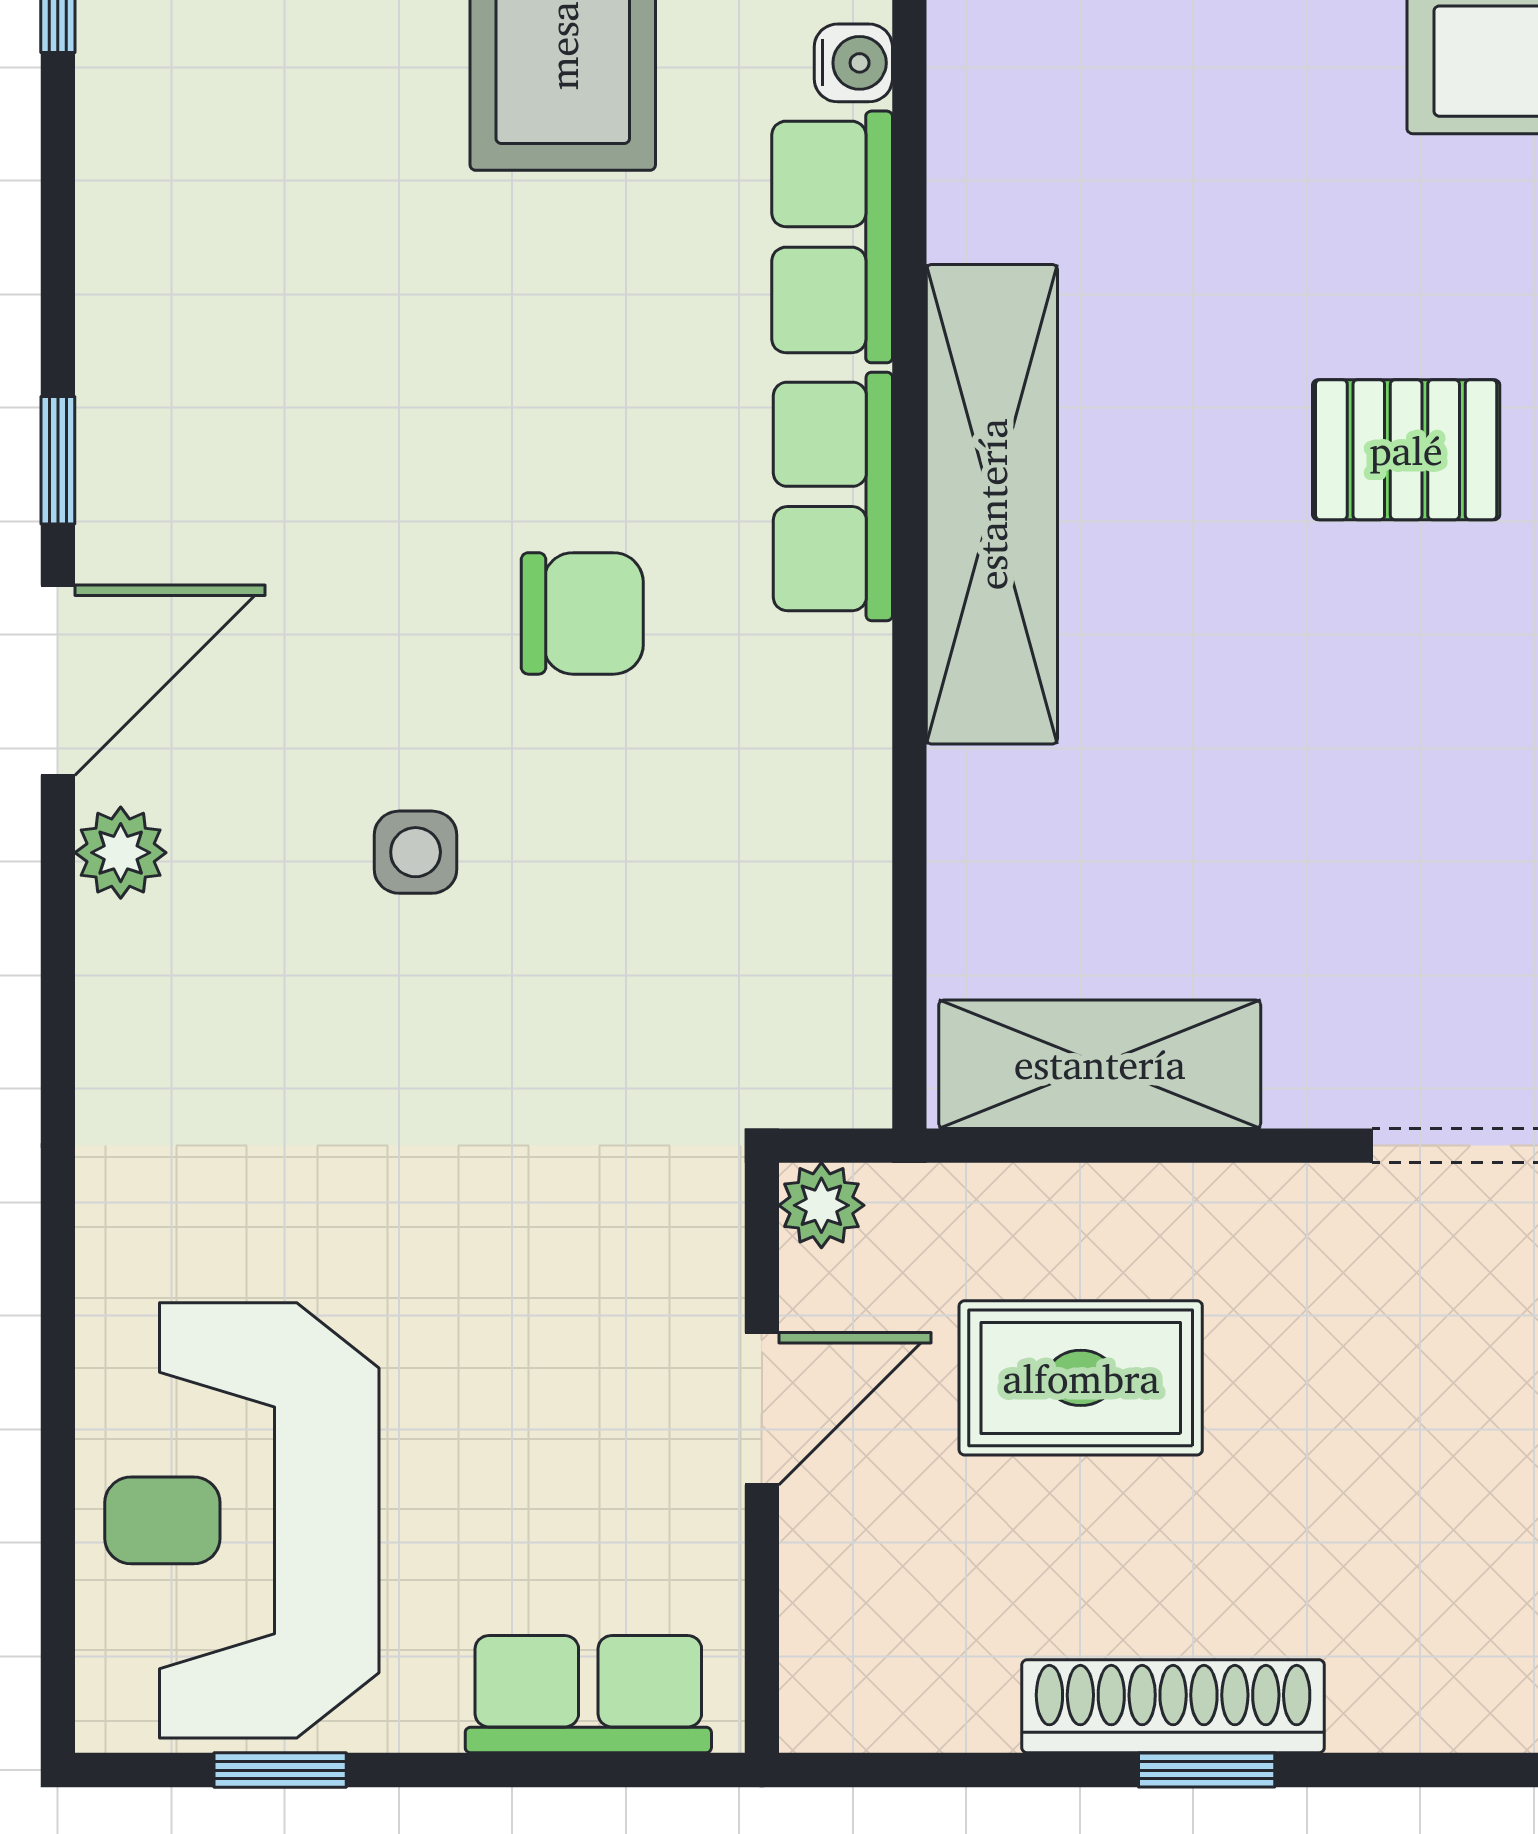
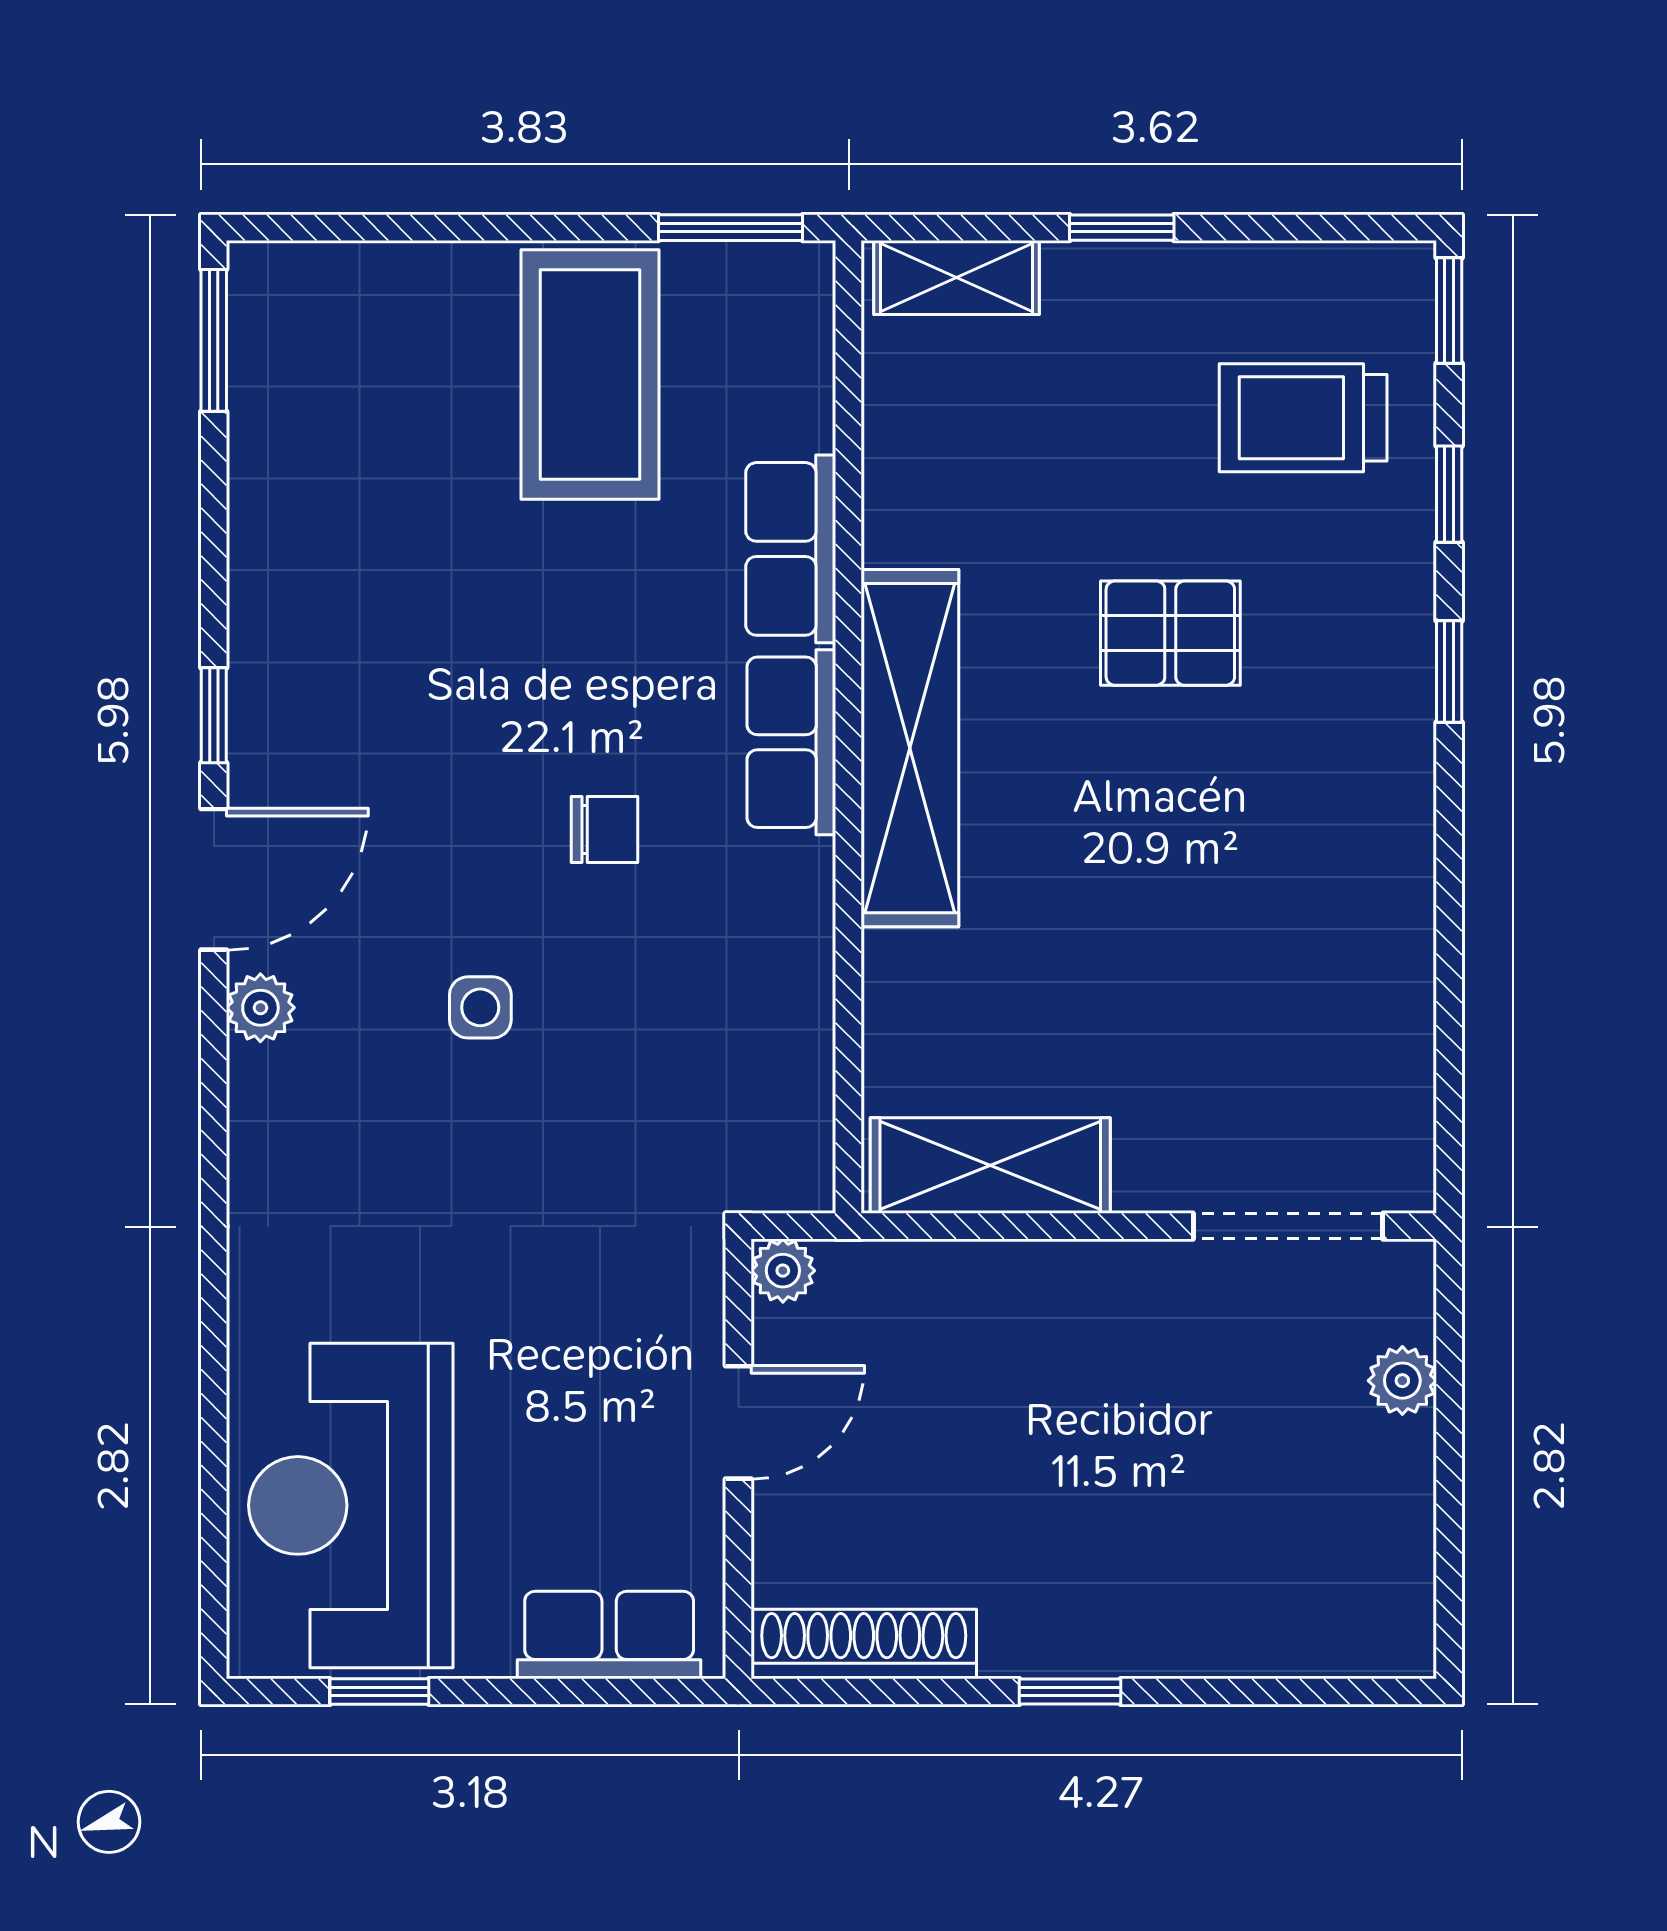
water cooler: (853, 63) -> (807, 419), removed
pallet: (1406, 450) -> (1170, 633), moved
chair: (582, 613) -> (605, 829), width x0.73, depth x0.73
rug: (1081, 1378) -> (976, 1399), removed
shoe rack: (1173, 1706) -> (864, 1644), moved

